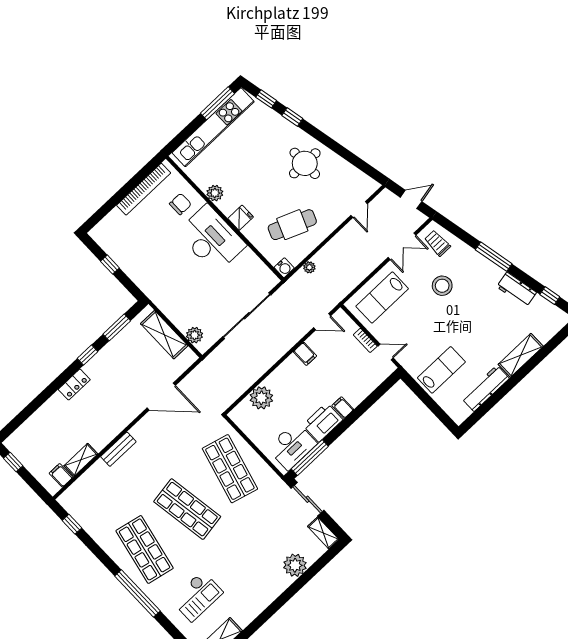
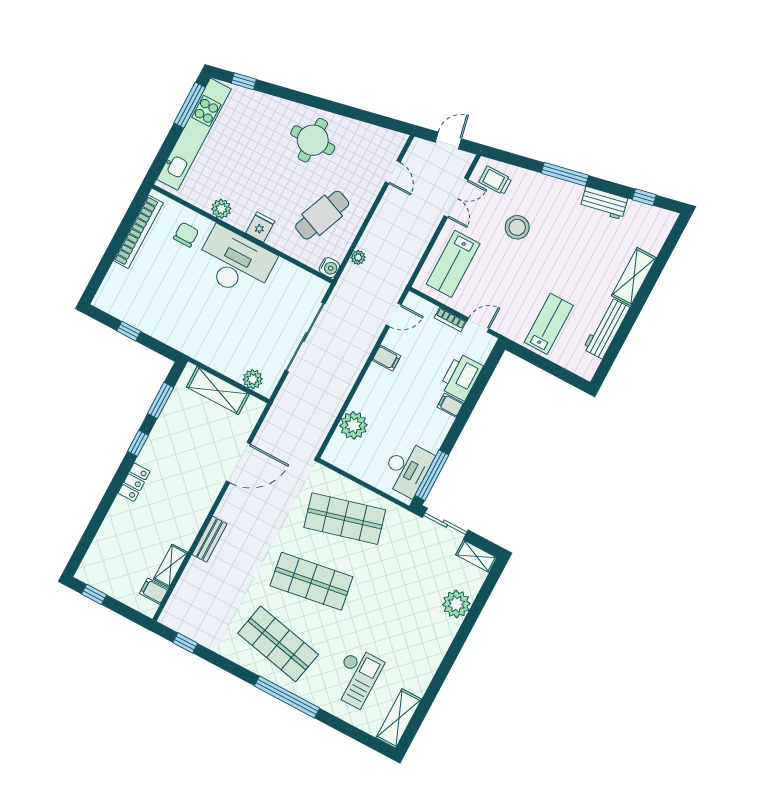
window: (292, 117) -> (281, 92), removed
printer: (323, 422) -> (461, 377), moved
shop shelf: (230, 469) -> (345, 519), turned -30

